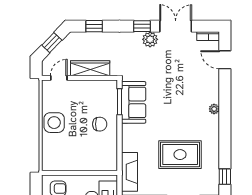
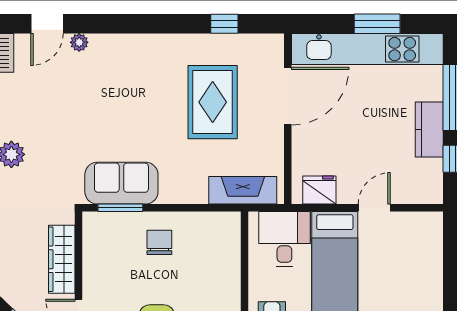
plant: (214, 109) -> (79, 42), moved
window: (225, 177) -> (224, 24), moved

